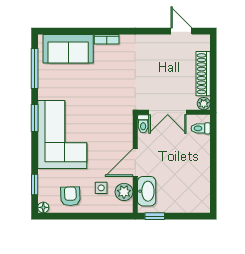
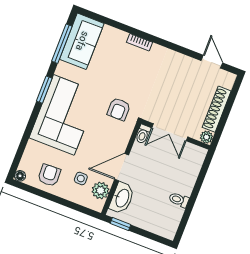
sofa: (68, 49) -> (82, 41), moved, turned -90
armchair: (112, 109) -> (119, 109), added
toilet: (201, 128) -> (179, 200), moved
window: (35, 185) -> (20, 151), removed

